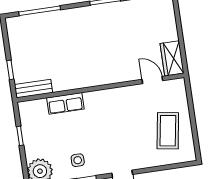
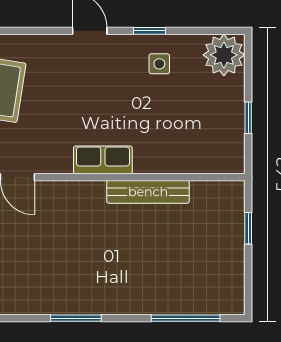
bench: (34, 89) -> (148, 192), moved, width x1.36
row of seats: (65, 103) -> (103, 160), moved

